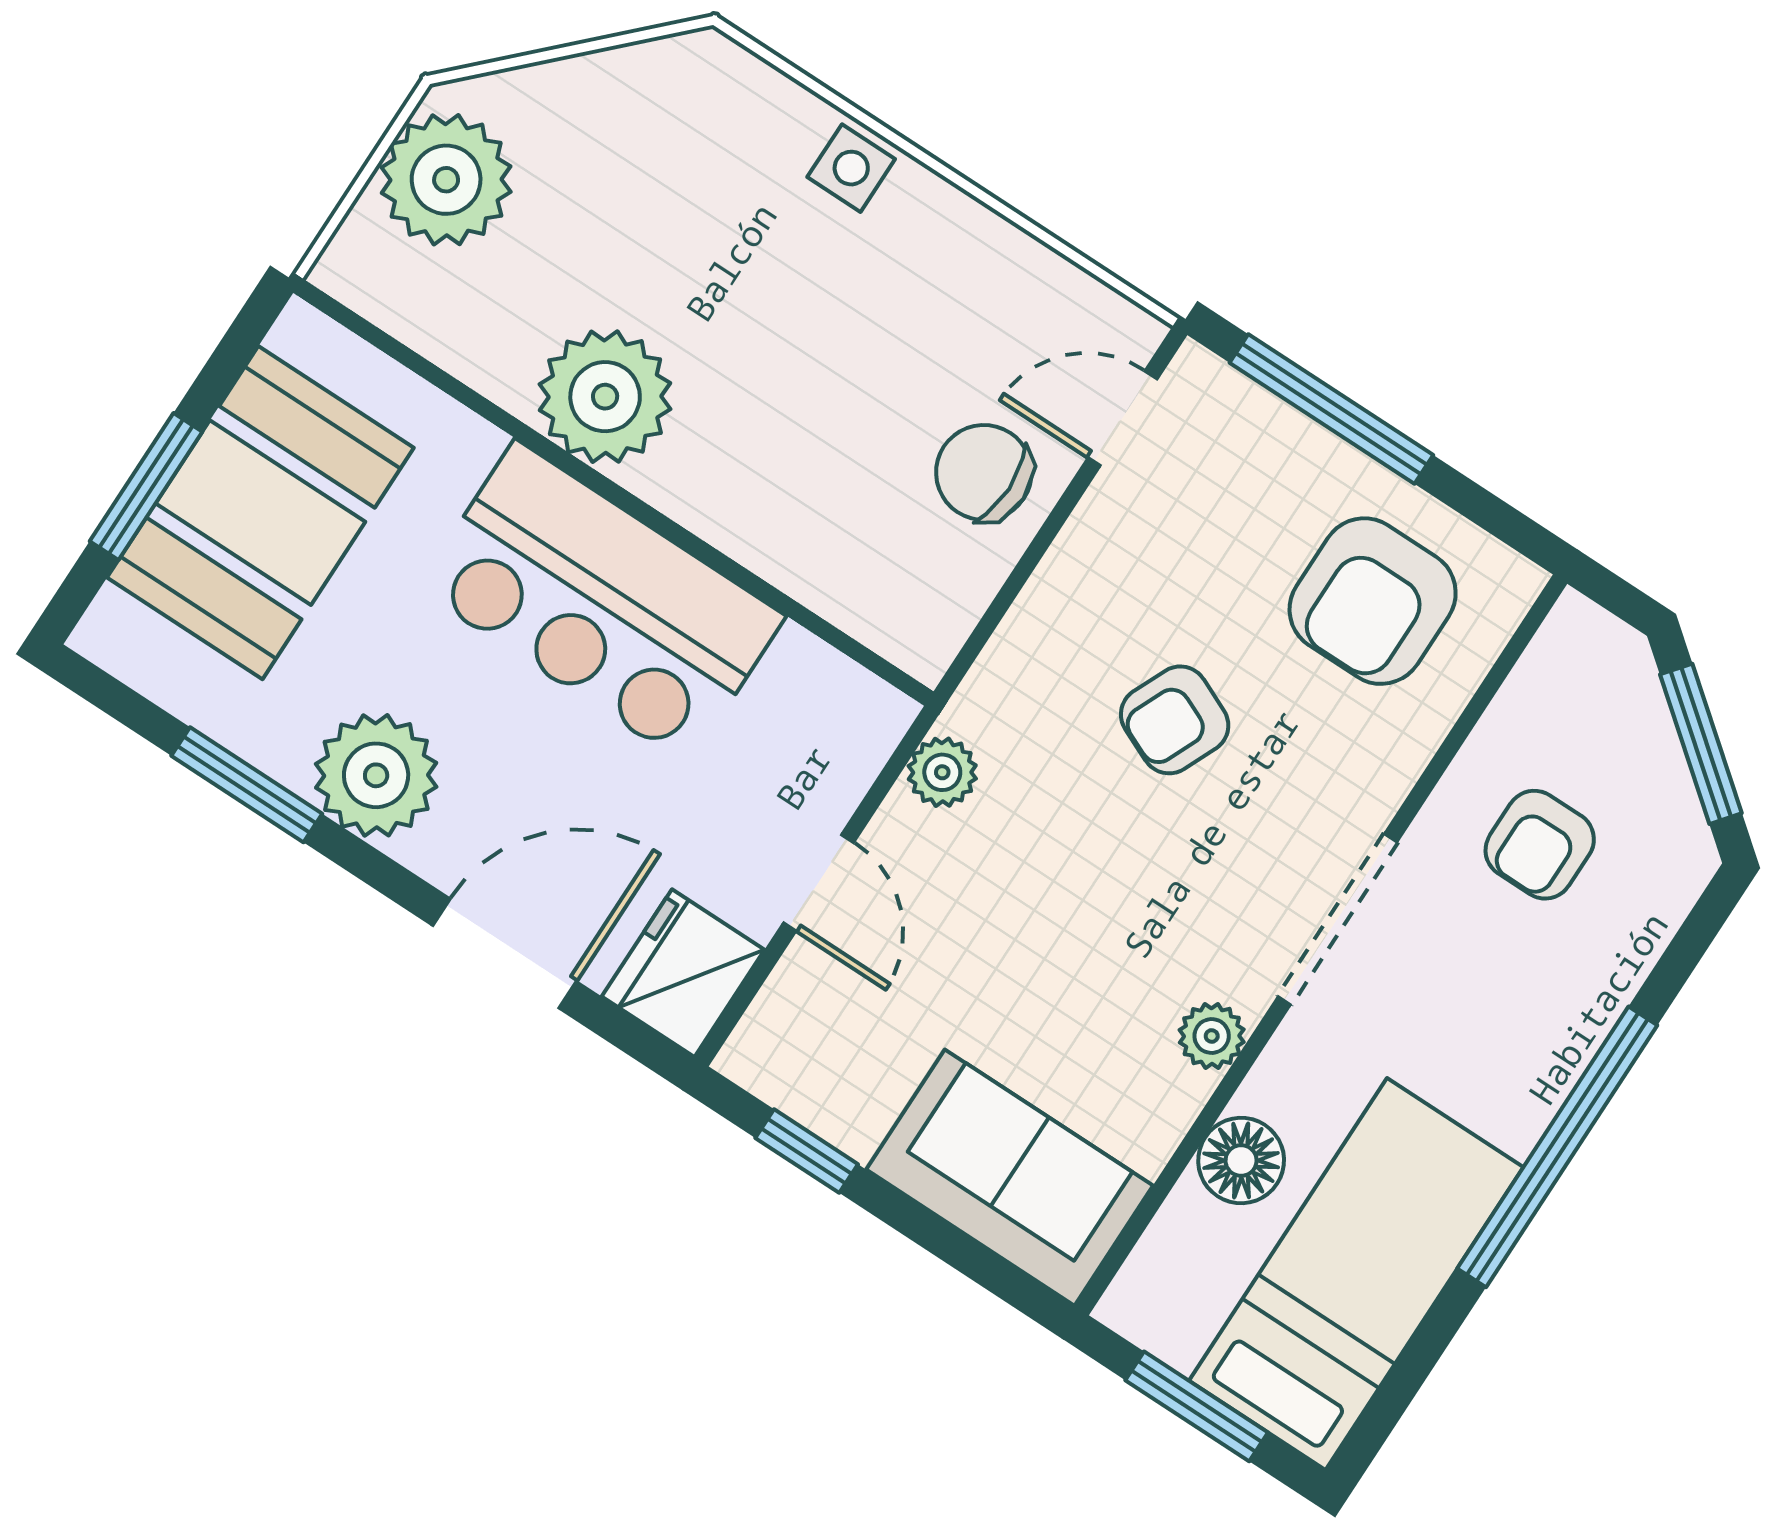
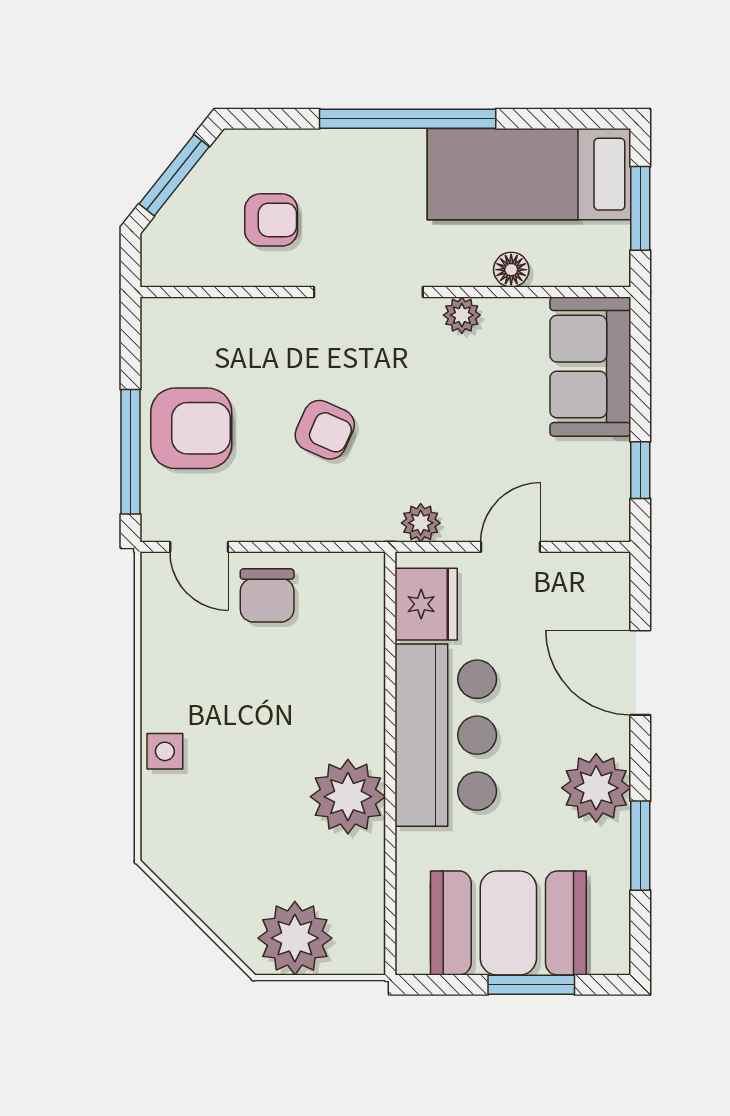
armchair: (1373, 601) -> (191, 428), moved
fridge: (683, 973) -> (426, 604), moved, turned -90
floor lamp: (1241, 1160) -> (511, 270), width x0.73, depth x0.73

